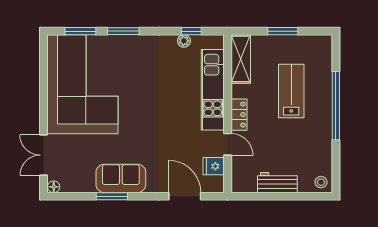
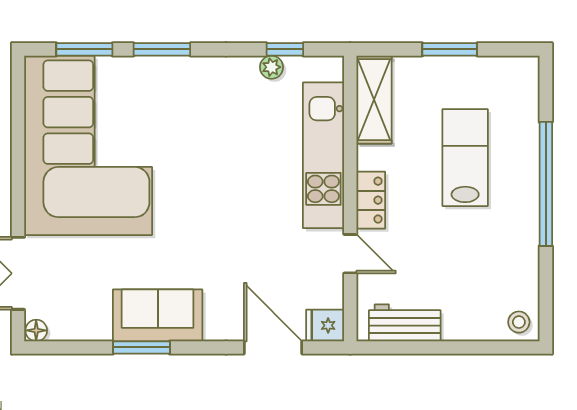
fridge: (214, 166) -> (325, 325), moved
workbench: (277, 183) -> (405, 323), moved

